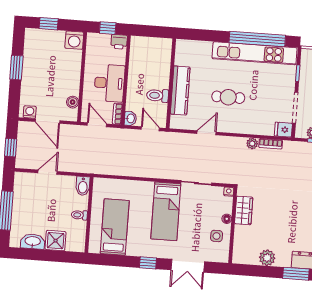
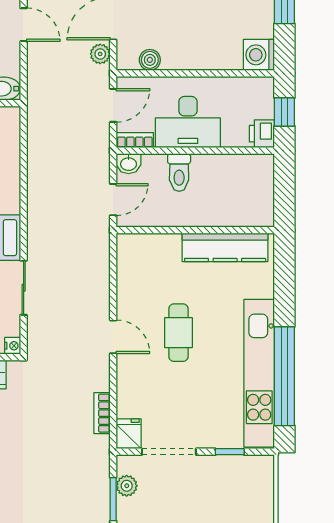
kitchen counter: (180, 91) -> (225, 247), moved
toilet: (158, 96) -> (179, 172), moved, turned 180
door: (206, 133) -> (113, 337), moved
plant: (252, 144) -> (100, 54), moved

